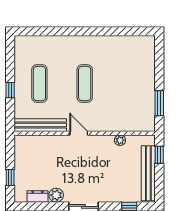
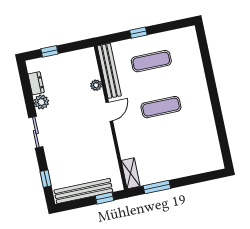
shelving: (141, 125) -> (131, 173), added
plant: (120, 140) -> (96, 85), moved

